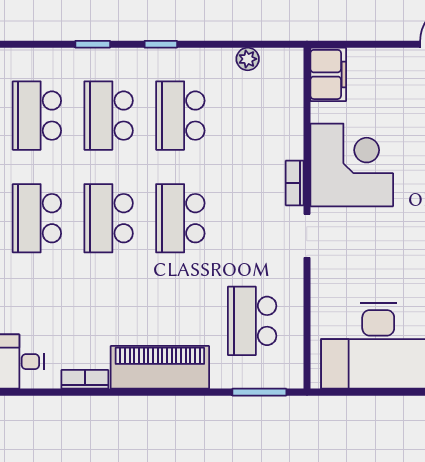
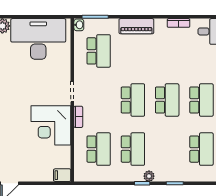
plant: (248, 59) -> (149, 176), moved
filing cabinet: (328, 74) -> (62, 175), width x0.50
school desk: (109, 116) -> (99, 149), moved
piano: (160, 367) -> (136, 26), width x0.73, depth x0.75
washbasin: (293, 375) -> (79, 25), added

